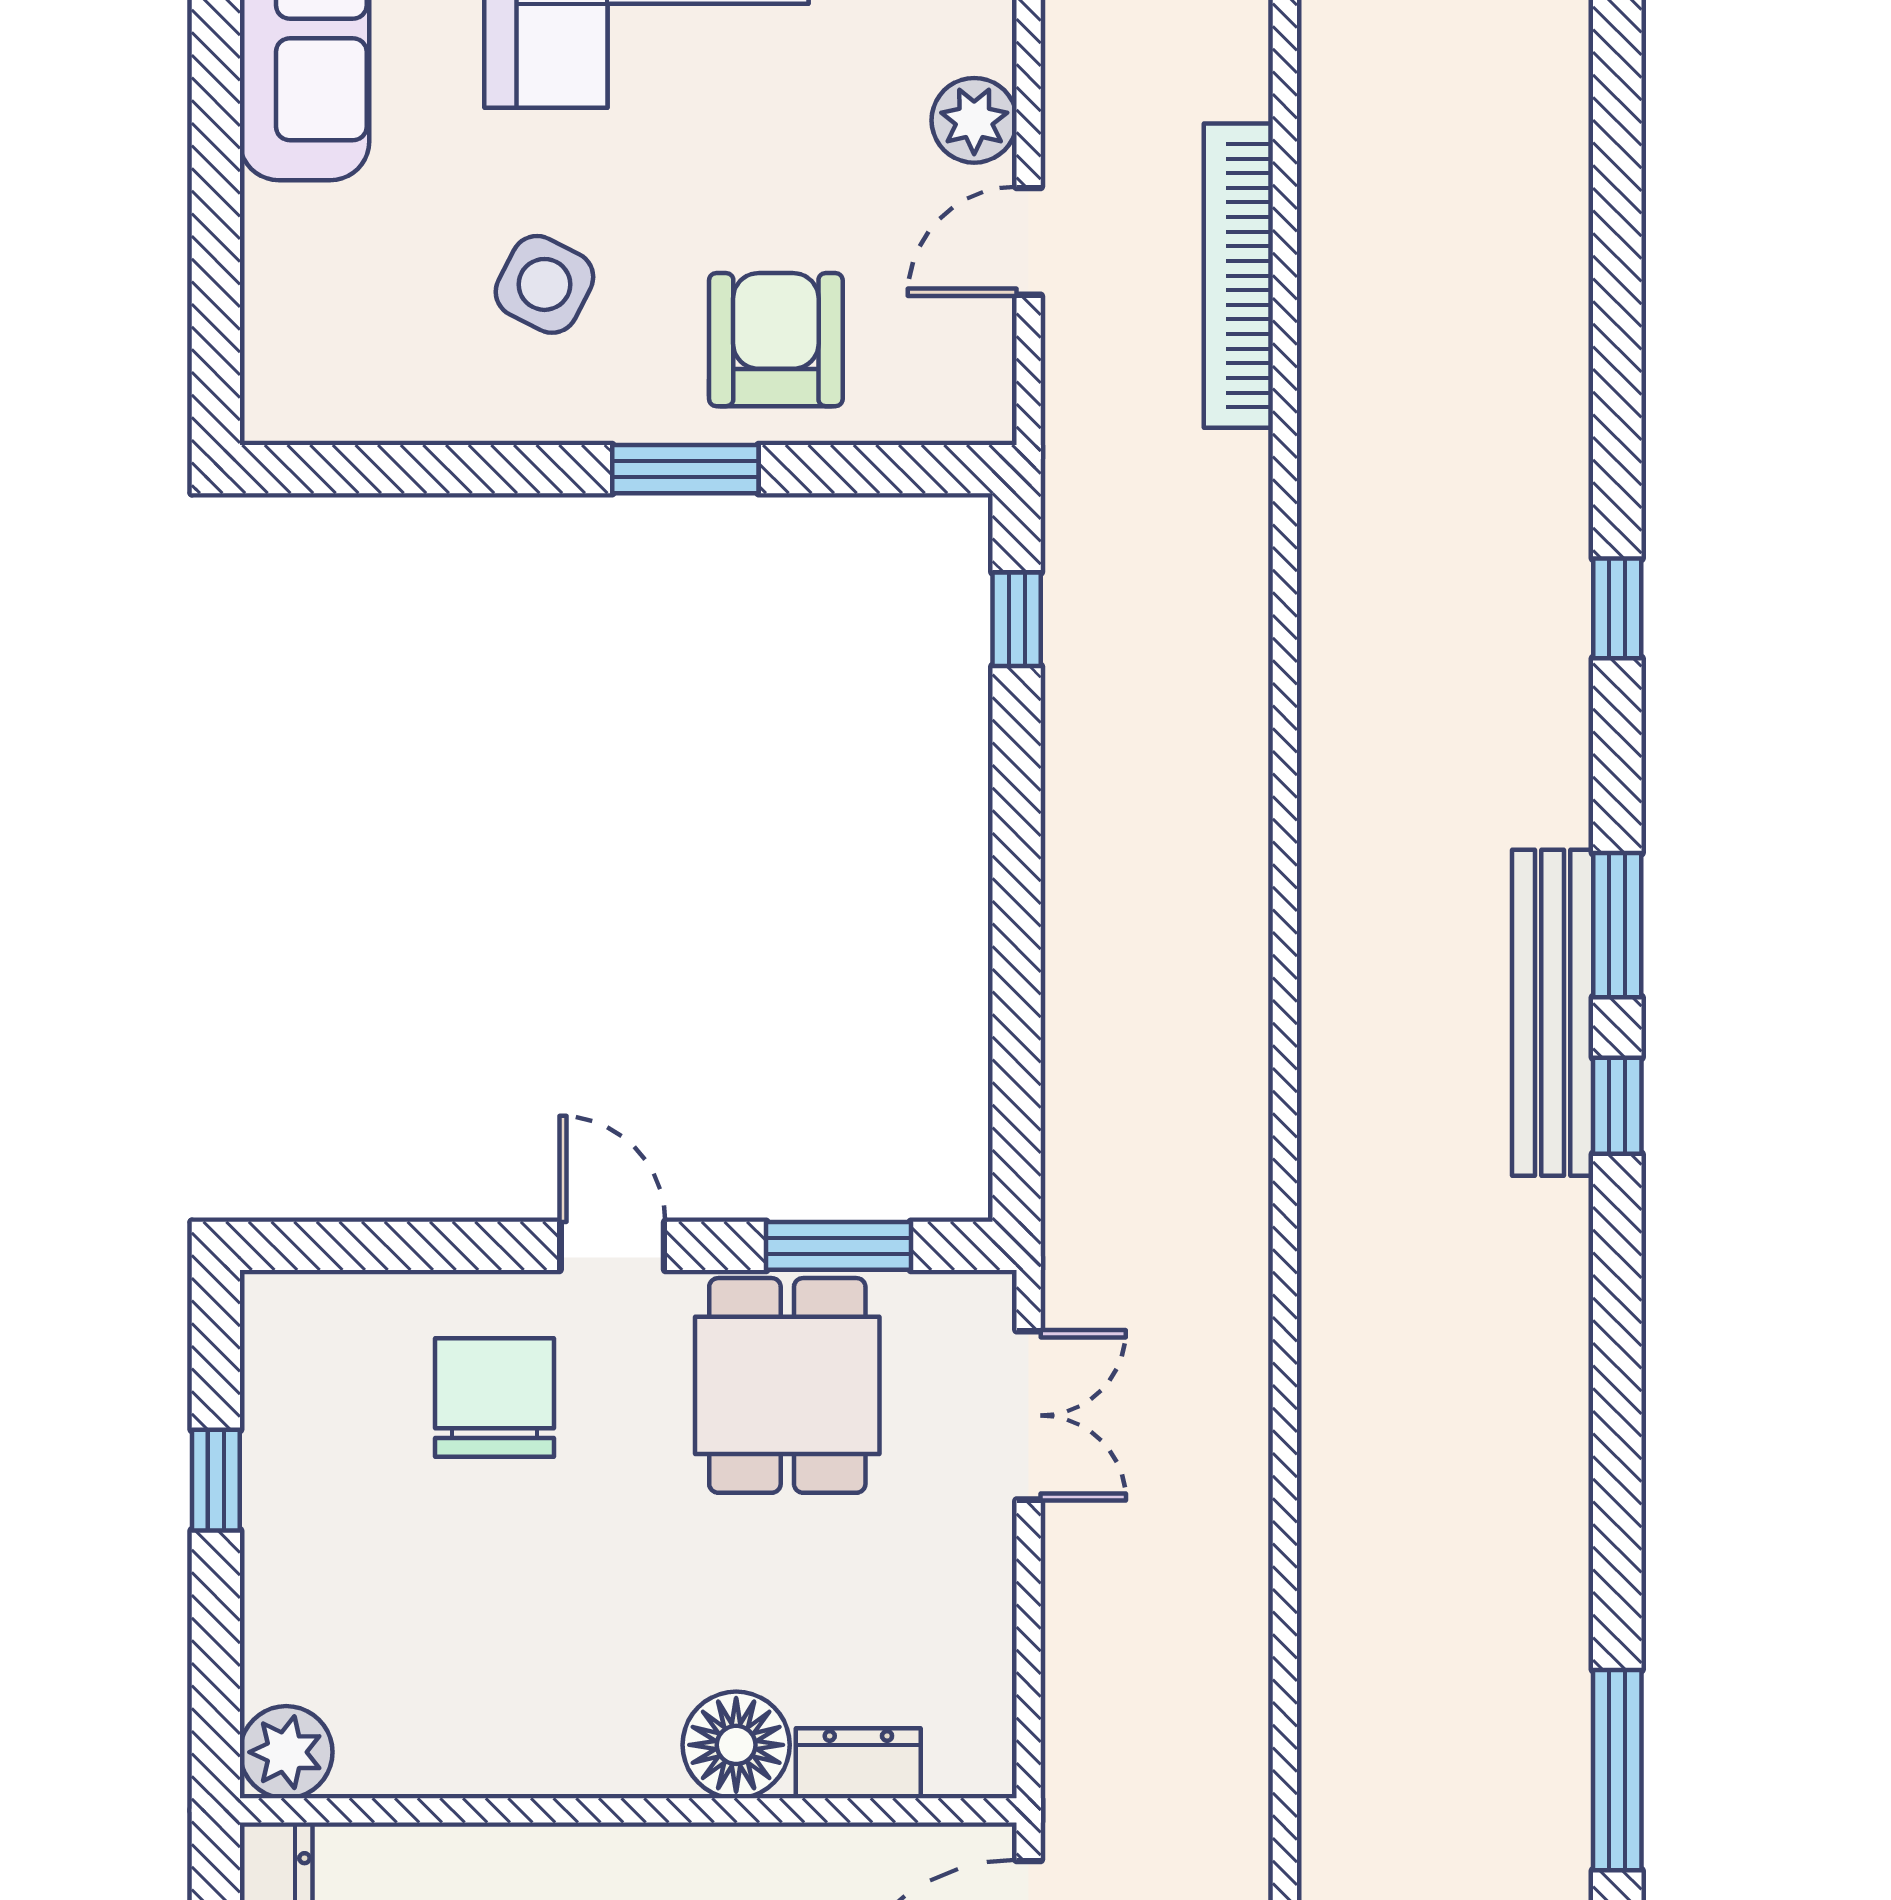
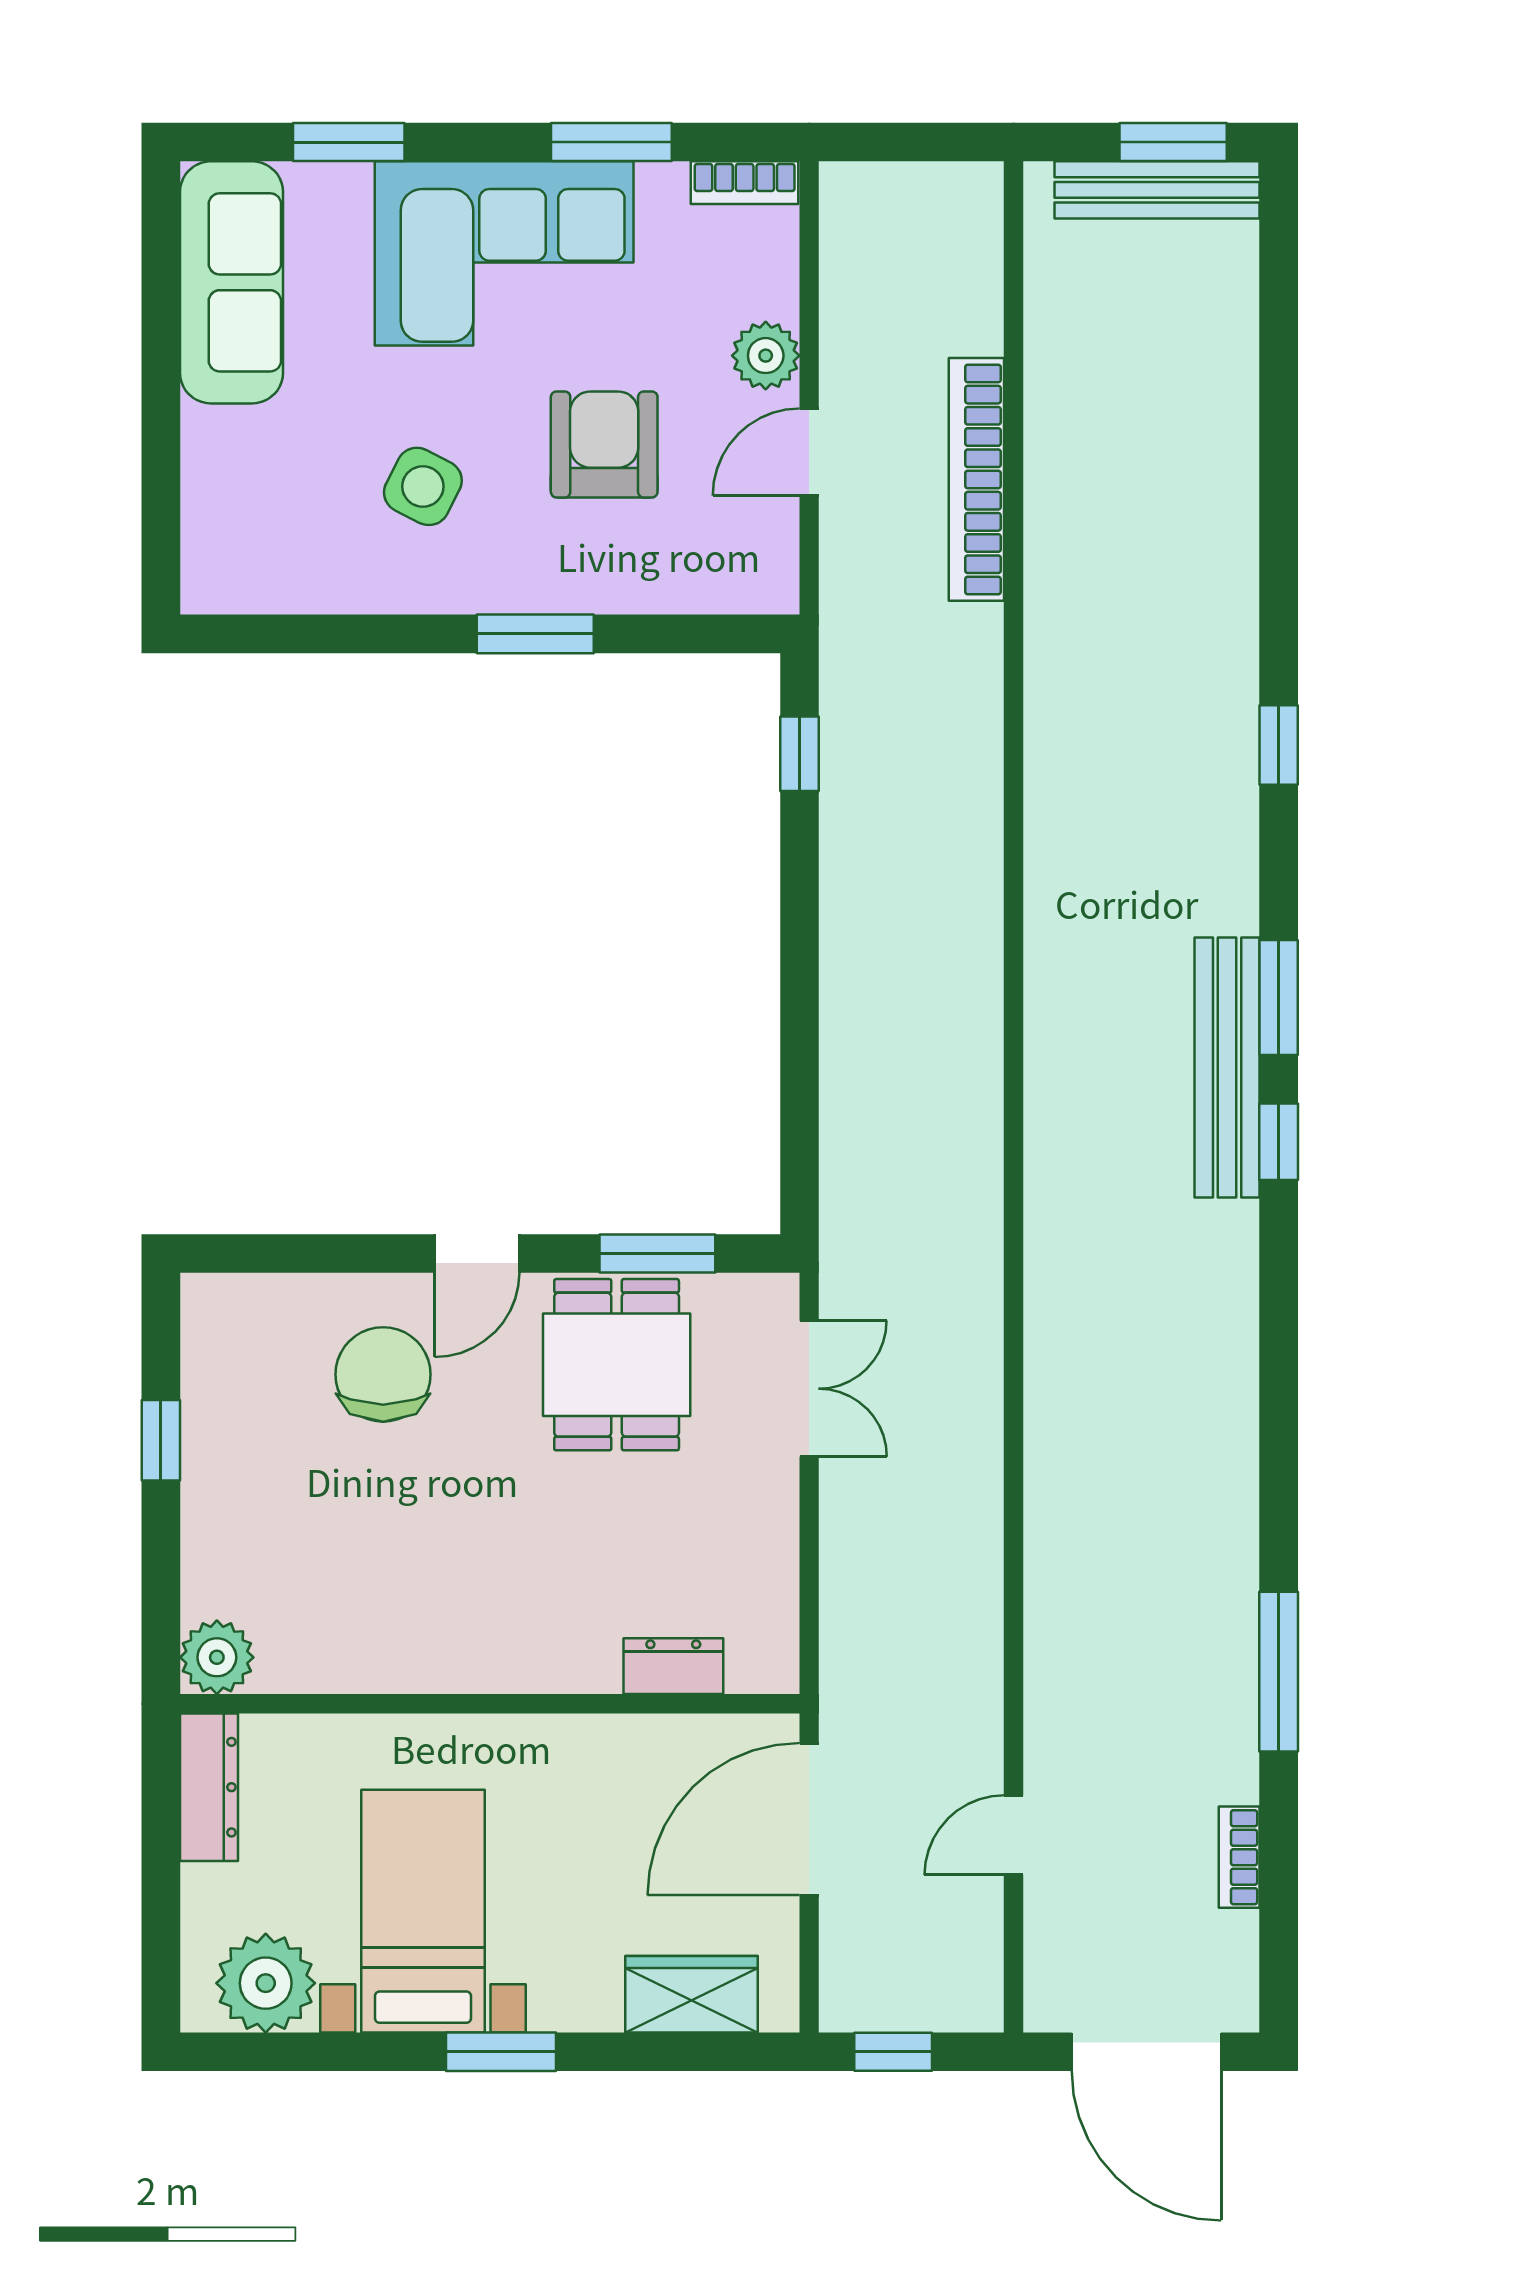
armchair: (776, 340) -> (604, 444), moved
door: (612, 1246) -> (477, 1253), swing flipped
floor lamp: (736, 1745) -> (576, 1651), removed

